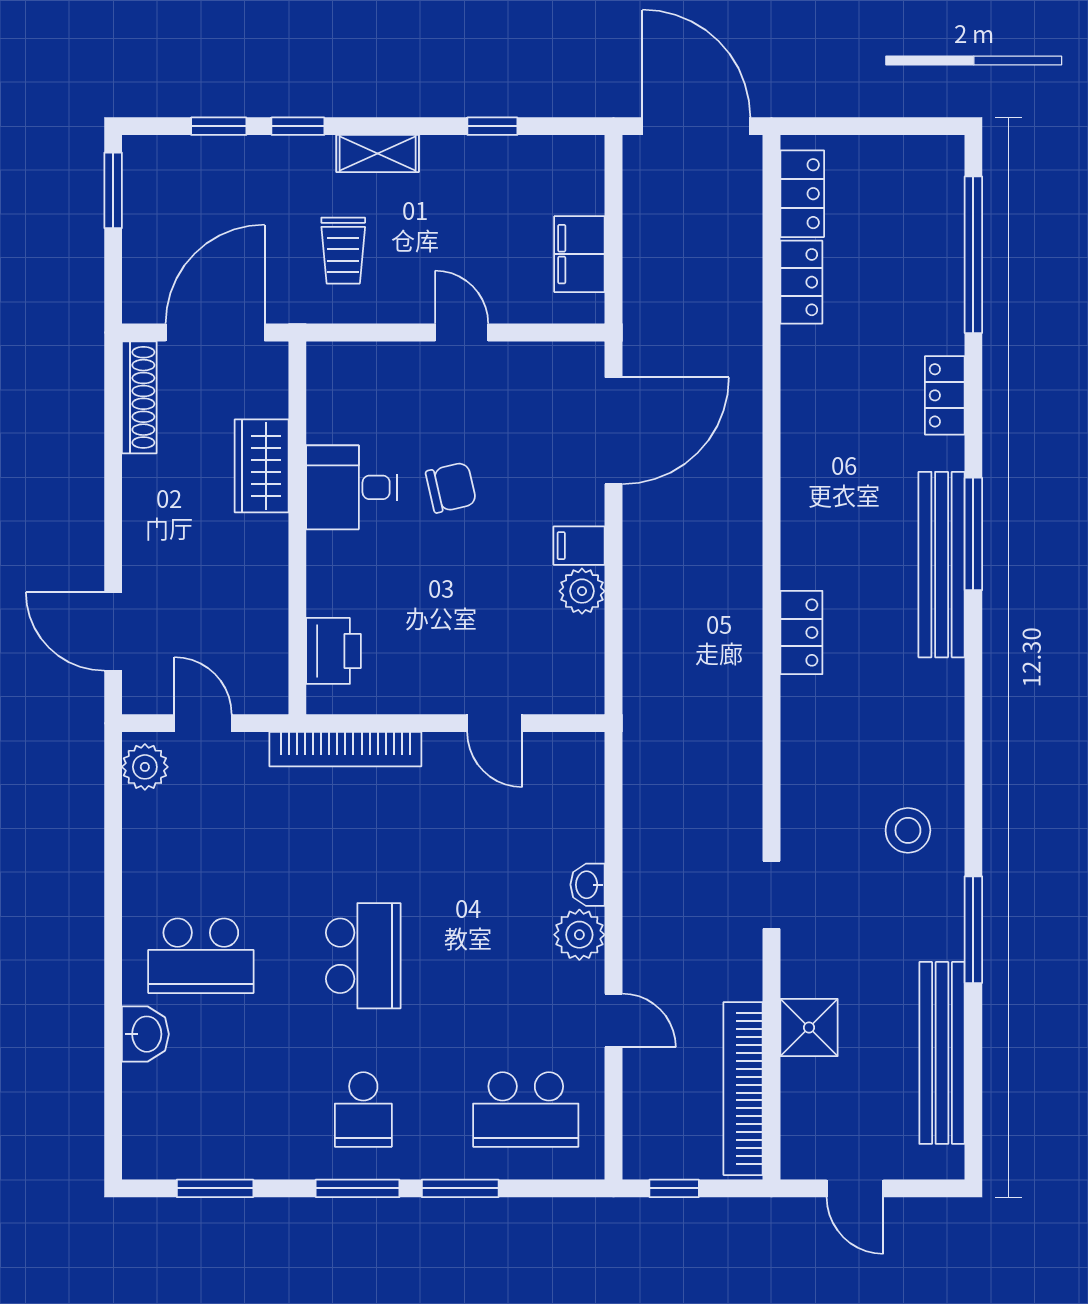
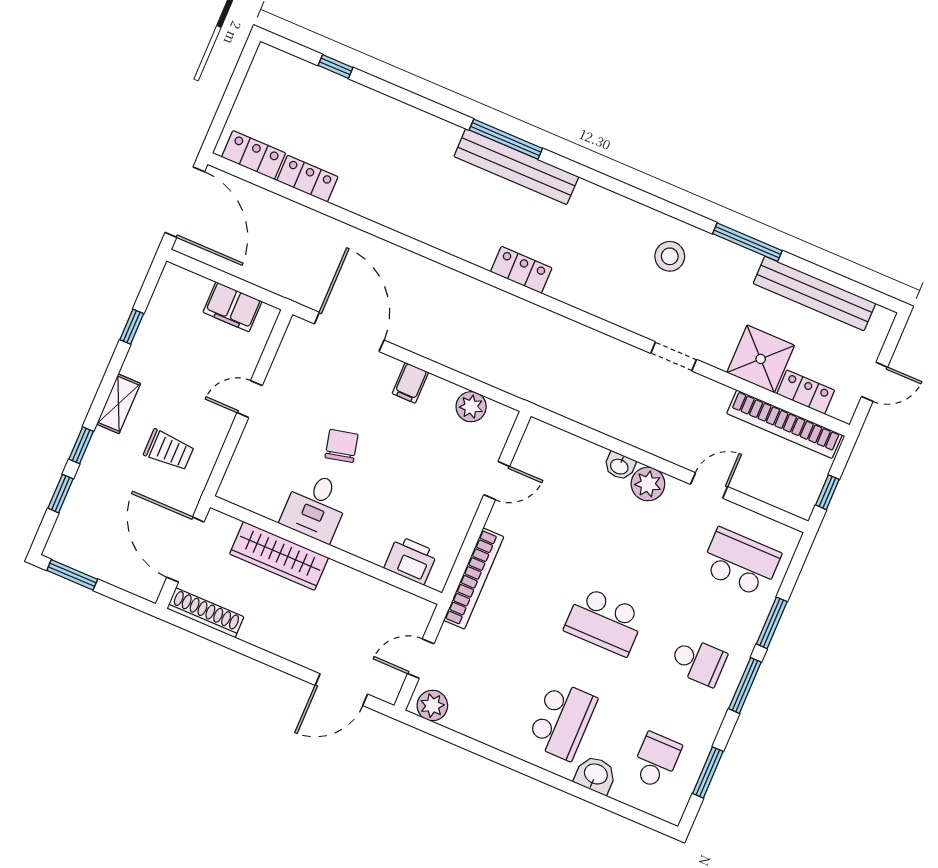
door: (696, 126) -> (185, 202), swing flipped
window: (973, 255) -> (335, 66), width x0.32
locker: (945, 395) -> (806, 392), moved, turned 180
wardrobe: (262, 466) -> (279, 556), width x1.50
plant: (582, 591) -> (471, 407), moved
school desk: (363, 956) -> (604, 621), turned 180
shower: (809, 1028) -> (761, 359), width x1.36, depth x1.36
school desk: (201, 1110) -> (656, 761), added
school desk: (526, 1110) -> (741, 562), turned -90

